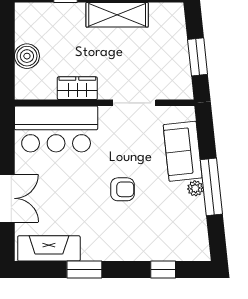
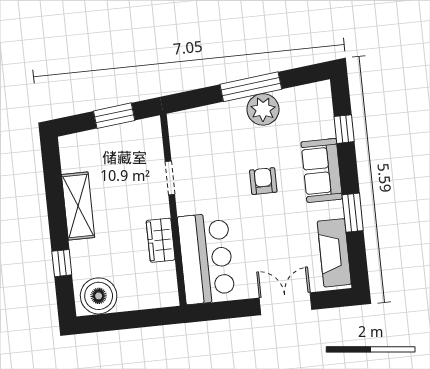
boiler: (27, 56) -> (99, 296), moved, width x1.37, depth x1.37
doorway: (134, 103) -> (170, 178), width x0.73
sofa: (183, 151) -> (322, 170), moved, turned 96
plant: (195, 188) -> (263, 109), width x1.88, depth x1.88

